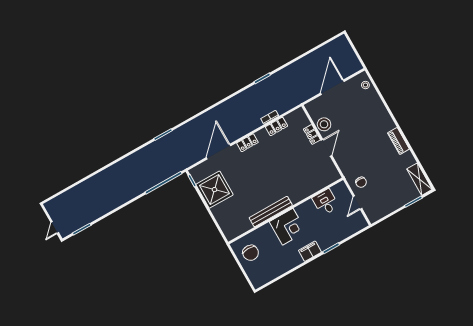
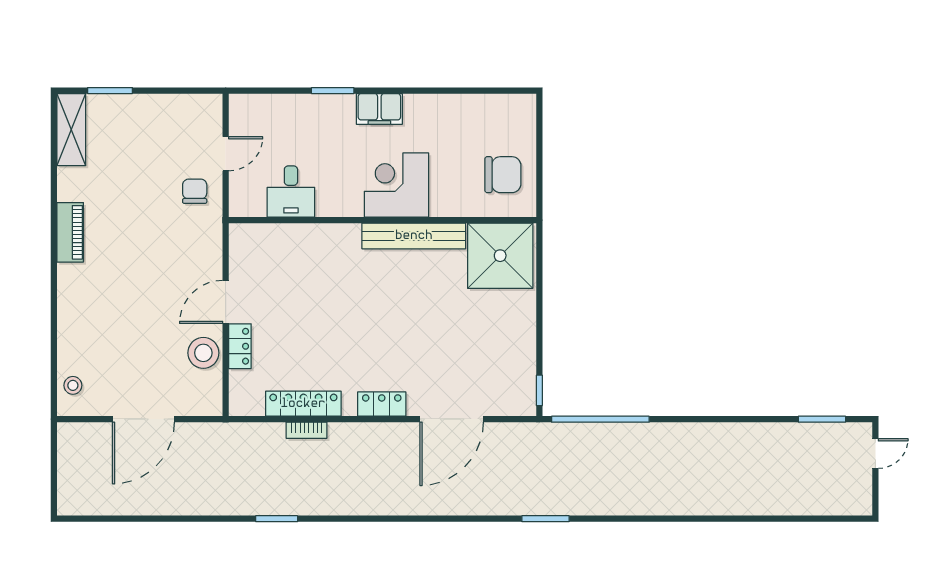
locker: (276, 126) -> (303, 404), width x1.53
shower: (214, 190) -> (500, 256), moved
chair: (251, 253) -> (503, 175), turned 90

